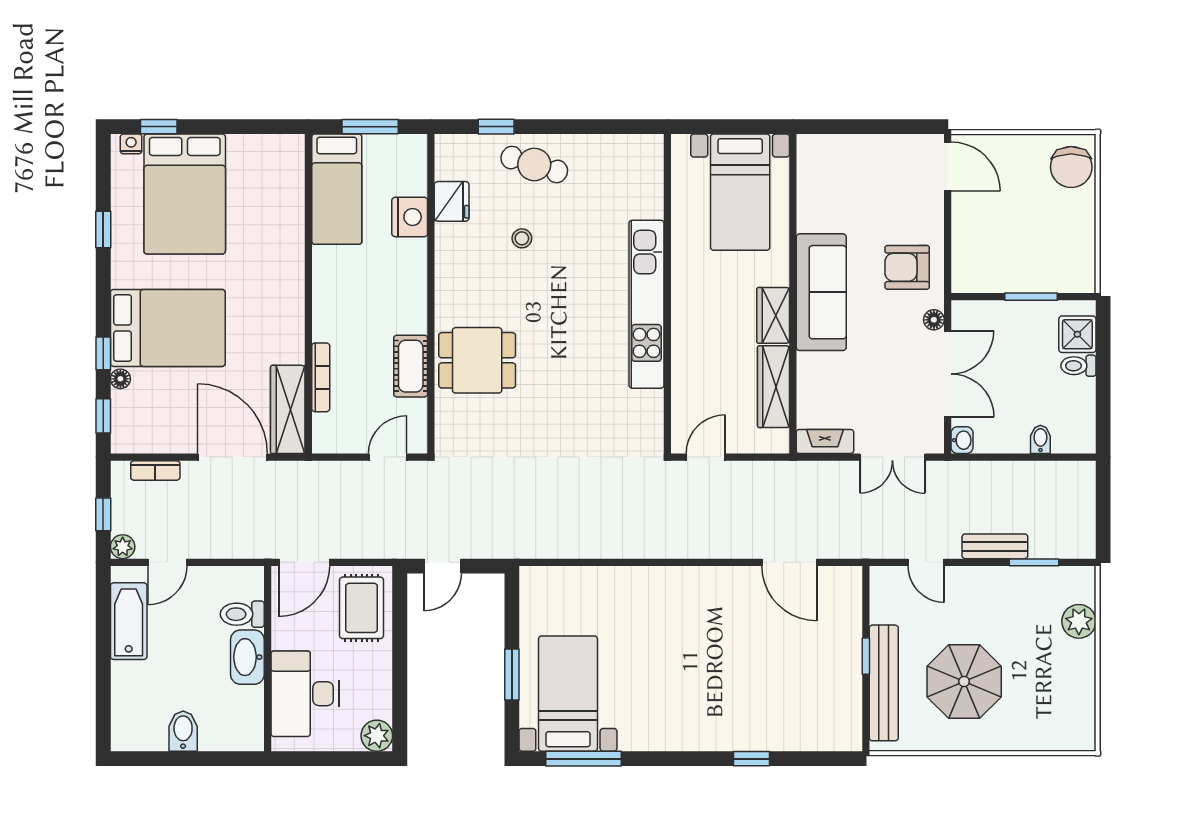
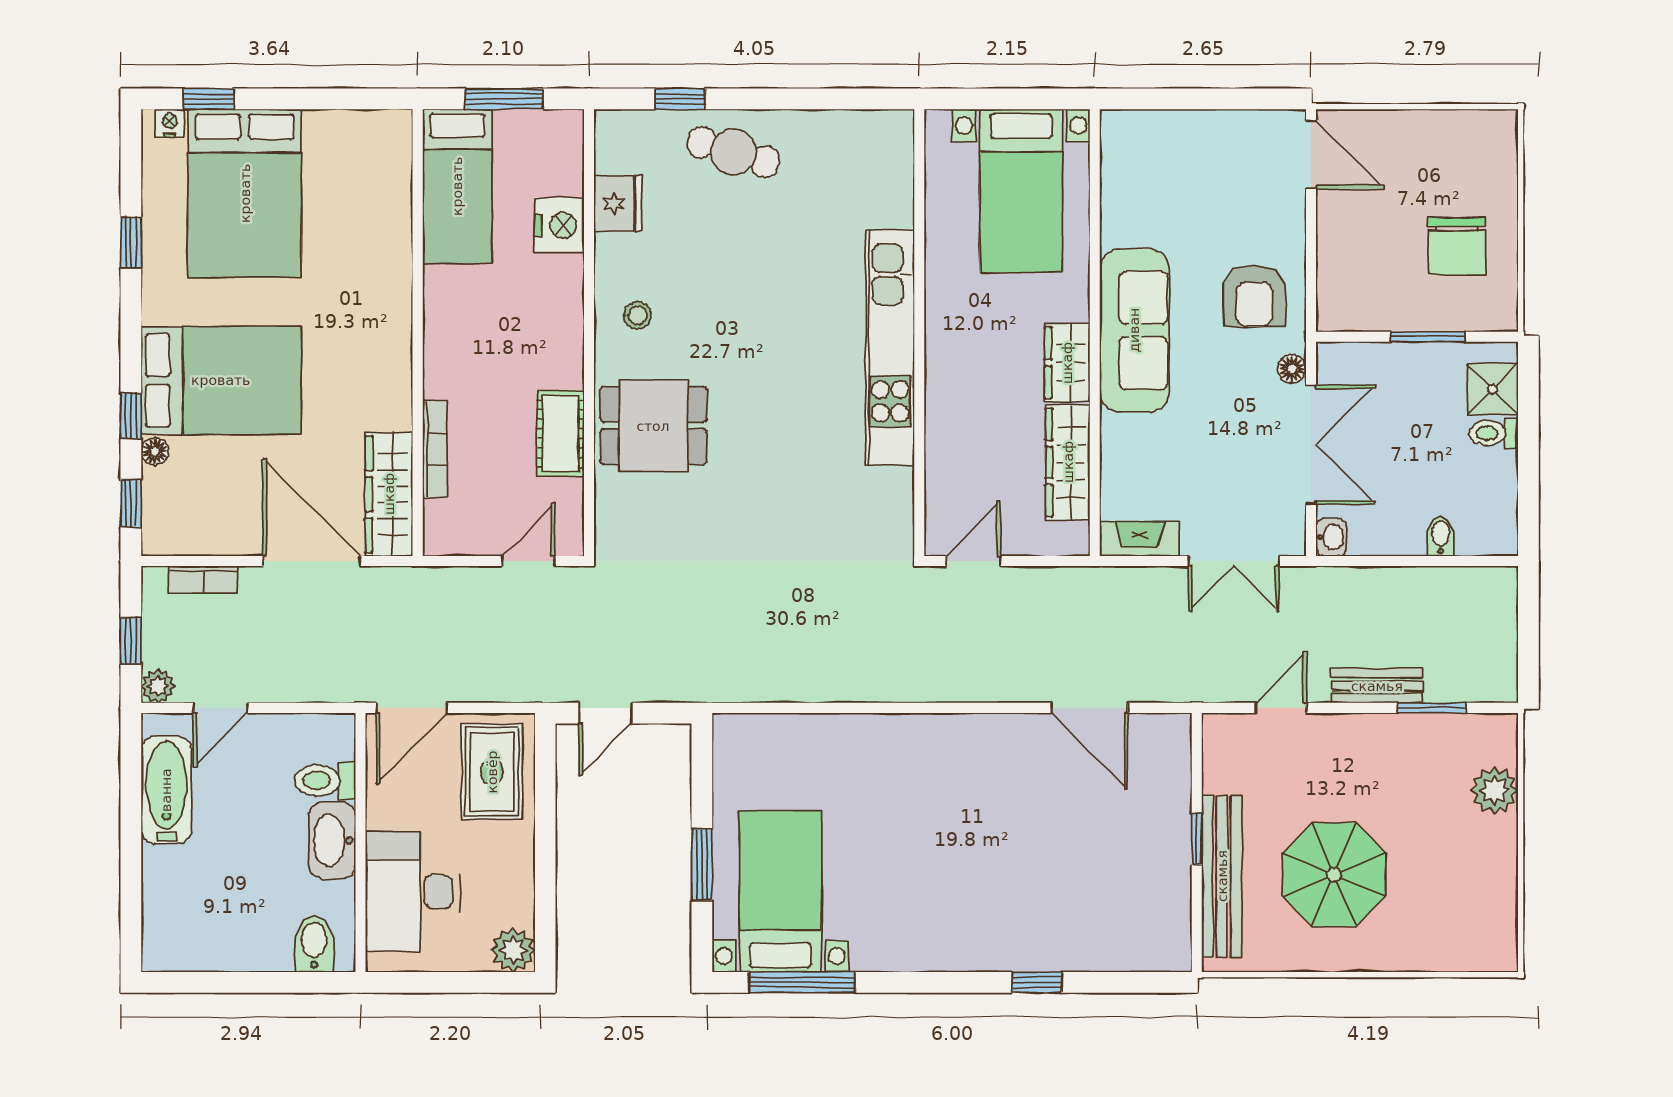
chair: (1071, 167) -> (1457, 246), moved
stool: (522, 238) -> (637, 315), moved
armchair: (907, 267) -> (1254, 296), turned -90
door: (926, 562) -> (1281, 708), swing flipped
bidet: (183, 731) -> (314, 944), moved

